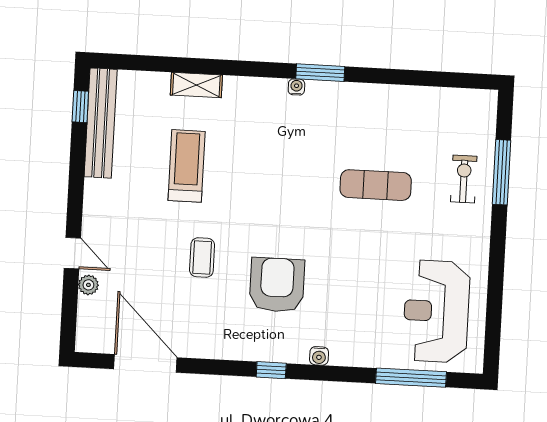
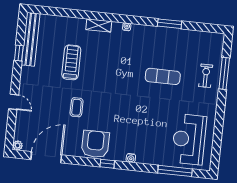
window: (320, 73) -> (170, 24), moved
shelving: (196, 85) -> (99, 25), moved
window: (80, 107) -> (19, 53), moved
plant: (88, 285) -> (18, 145), moved
armchair: (277, 285) -> (95, 144), moved
door: (145, 363) -> (46, 157), hinge flipped

